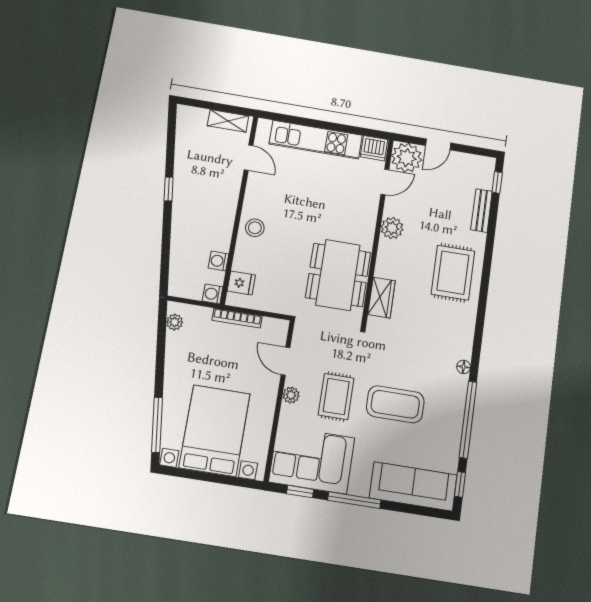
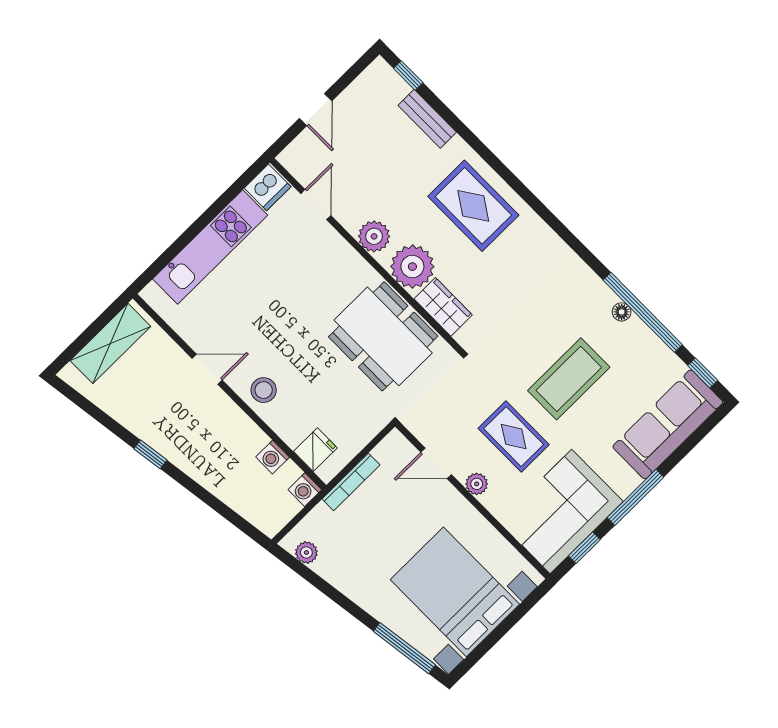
shelving: (228, 121) -> (110, 343), width x1.50, depth x1.33
door: (249, 158) -> (207, 369), moved
plant: (407, 158) -> (412, 267), moved
floor lamp: (464, 367) -> (622, 312), moved

